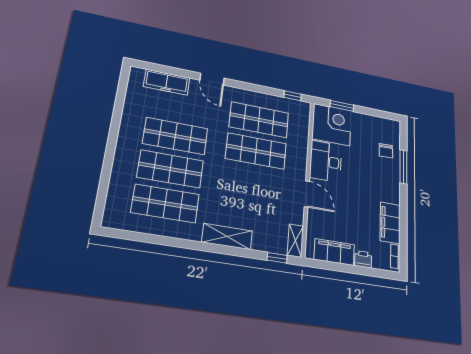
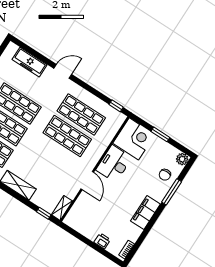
door: (212, 79) -> (63, 71), swing flipped
window: (342, 106) -> (160, 134), moved
plant: (393, 126) -> (182, 159), added
filing cabinet: (390, 223) -> (145, 212), moved
filing cabinet: (334, 252) -> (85, 227), removed

